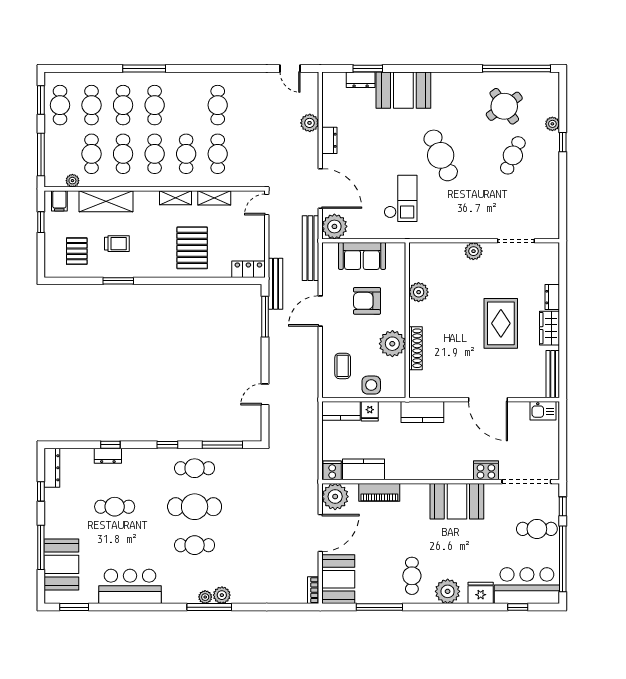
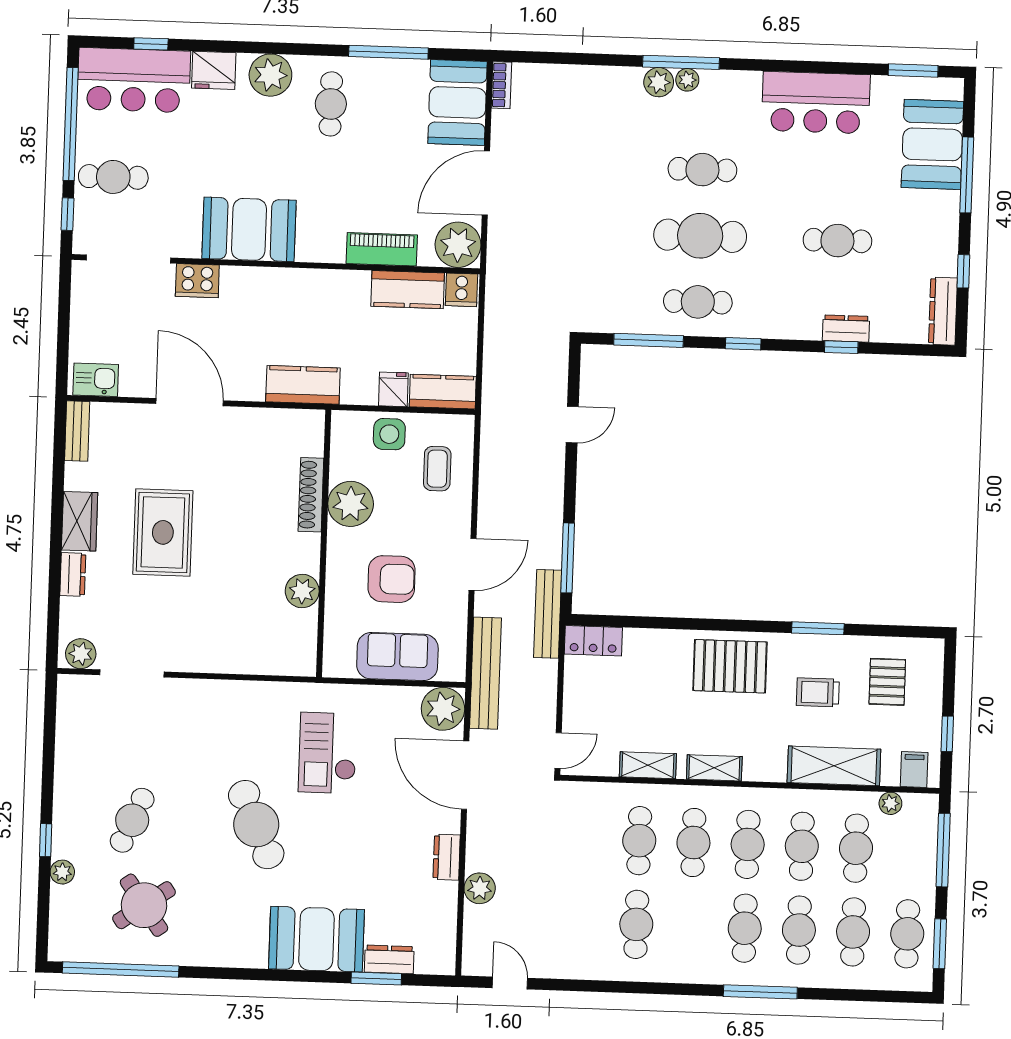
pallet: (192, 248) -> (730, 666), moved, turned 90
plant: (473, 251) -> (81, 654), moved
bench: (553, 374) -> (77, 431), width x0.73

